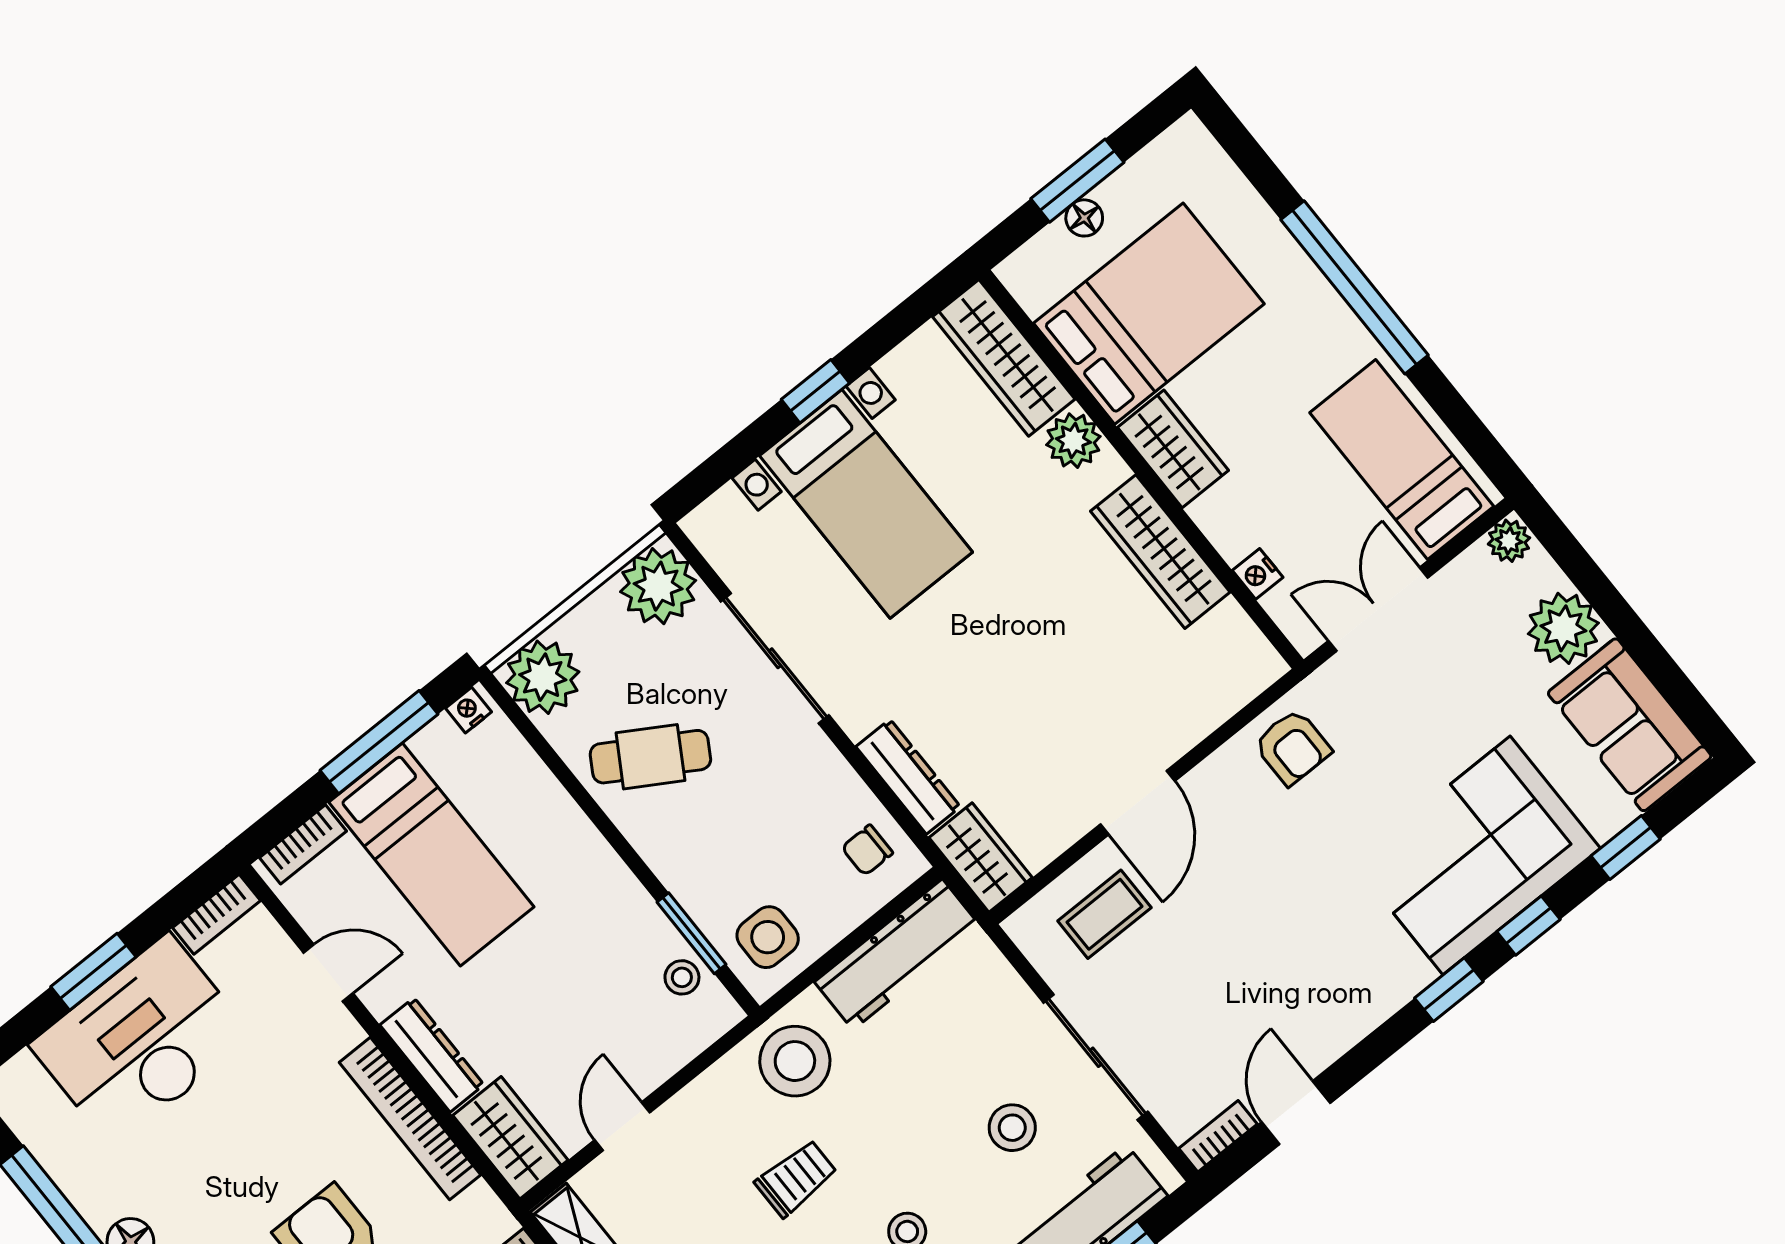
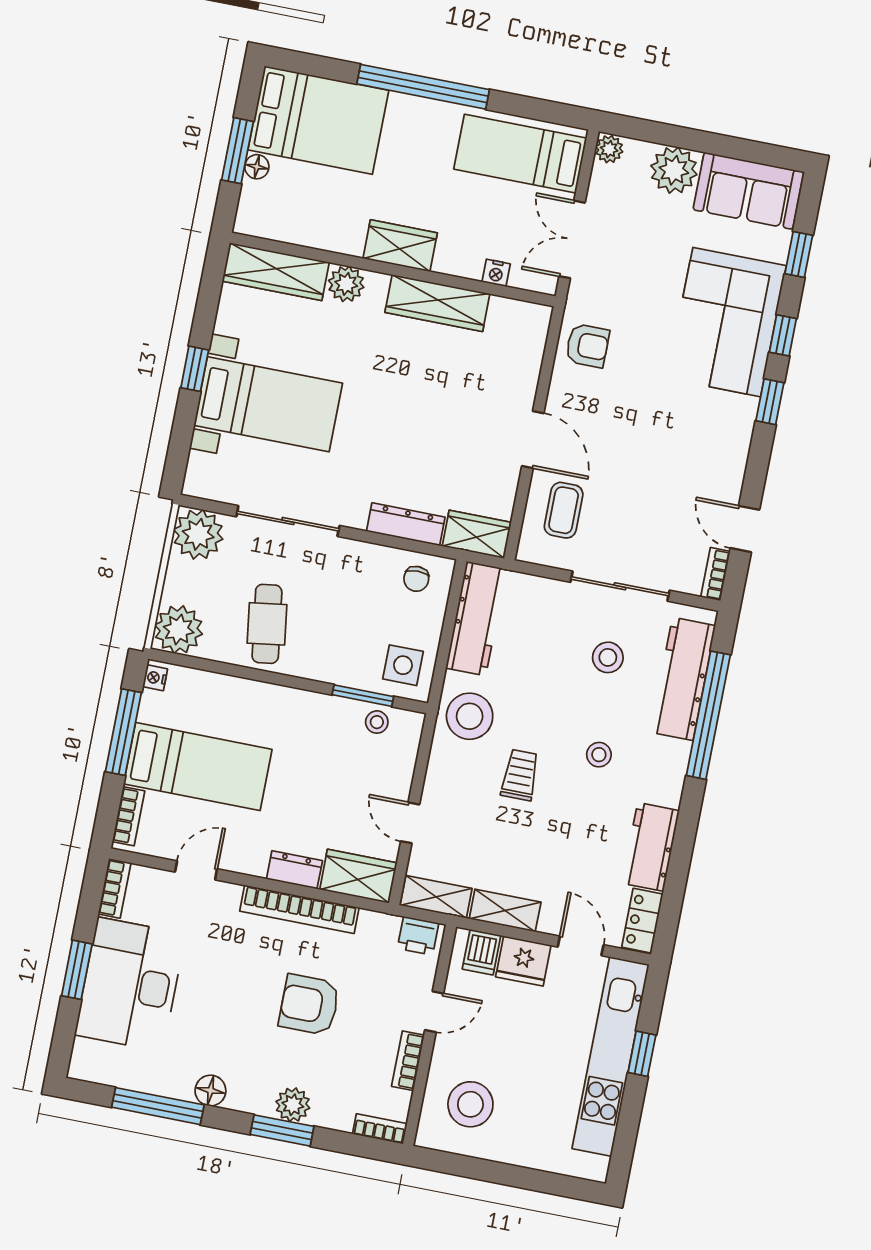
bed: (1149, 314) -> (318, 120), moved, turned 90
cafe table: (650, 757) -> (267, 624), turned -39
dresser: (432, 1055) -> (294, 870), width x0.70

